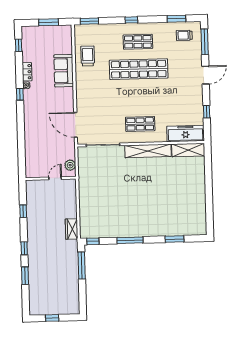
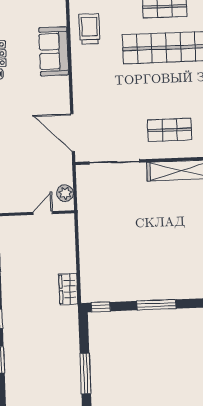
window: (82, 265) -> (85, 374), moved

